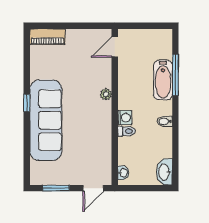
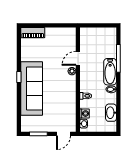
door: (115, 47) -> (78, 58), moved
bathtub: (163, 80) -> (110, 72), moved
washing machine: (125, 118) -> (85, 114), moved
washbasin: (164, 172) -> (111, 113), moved

